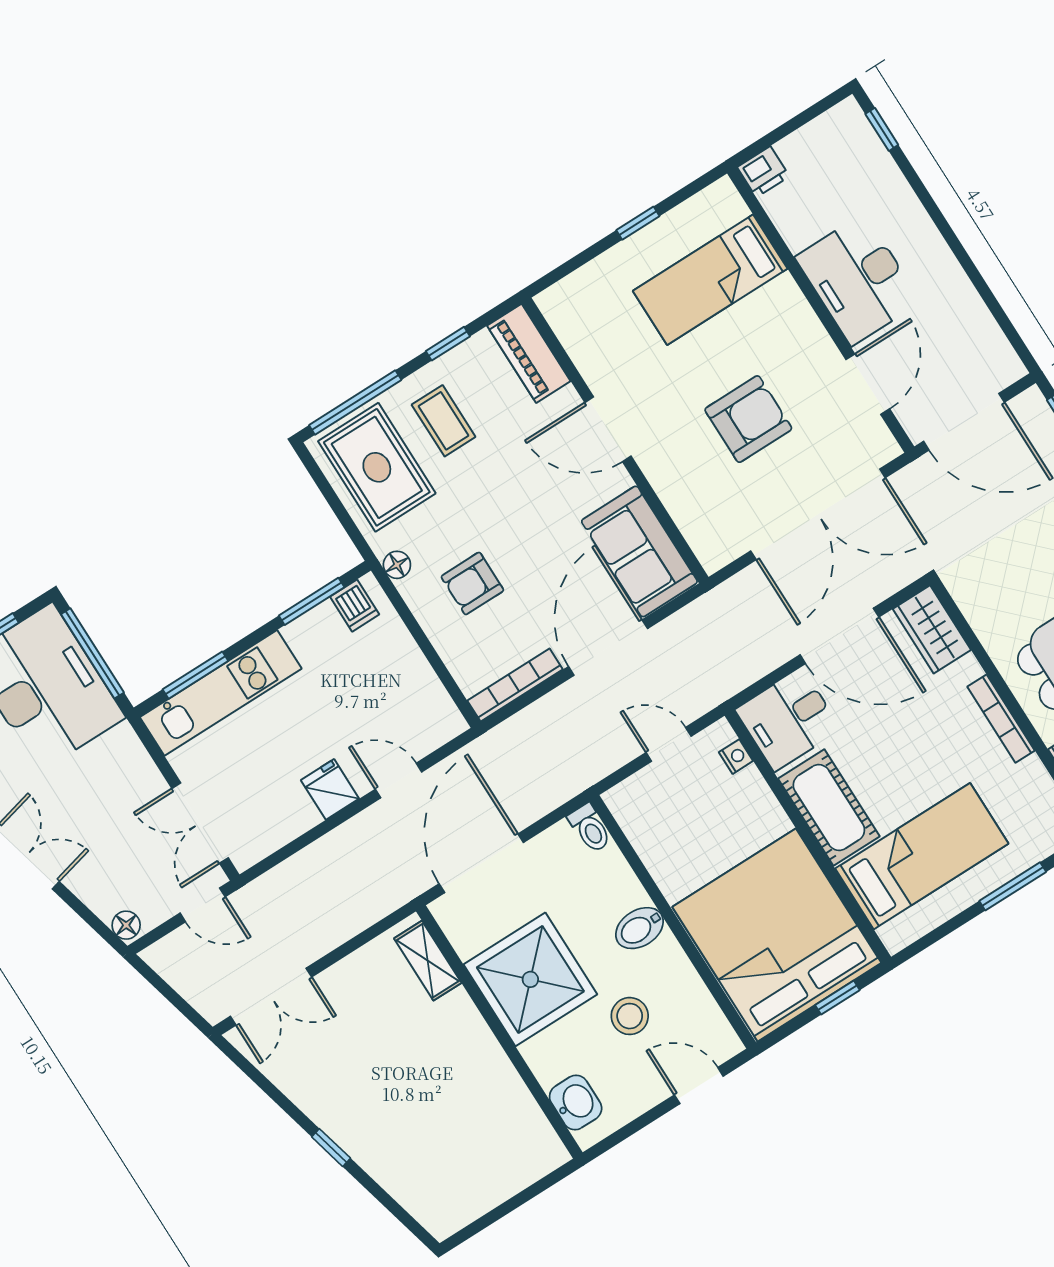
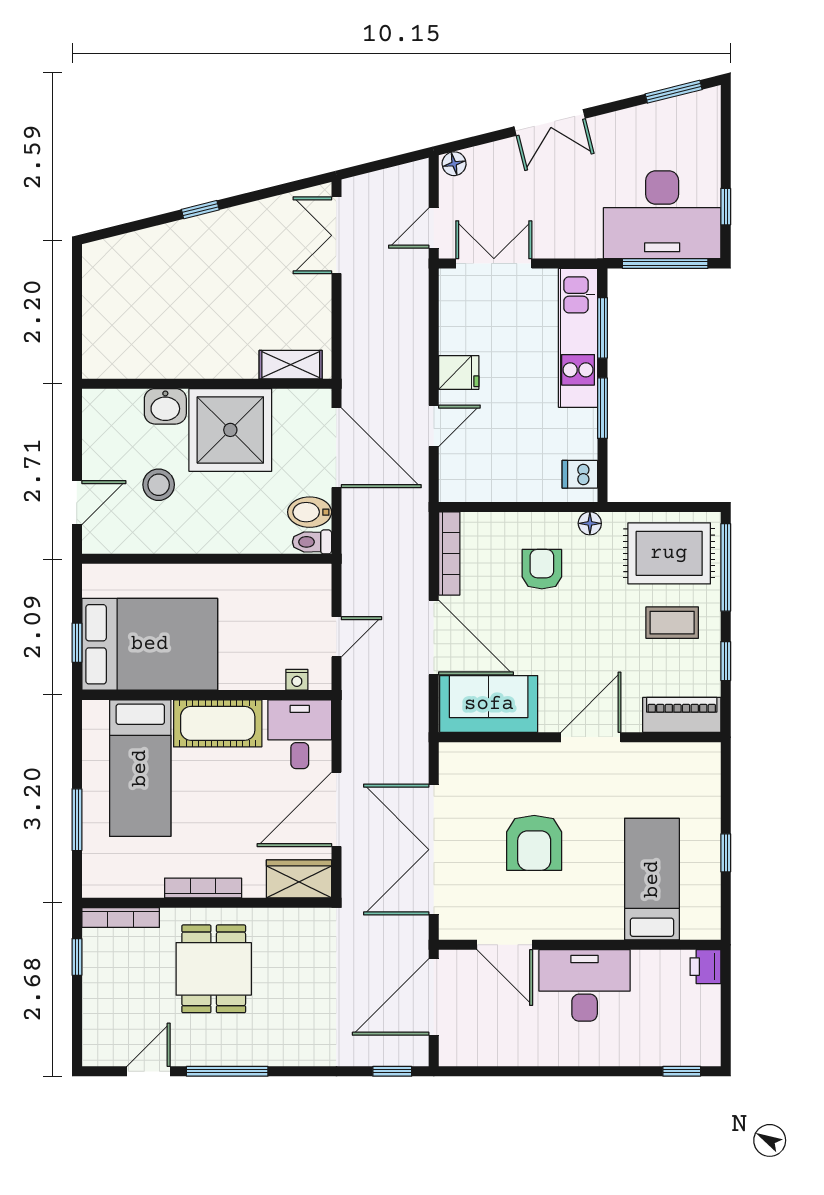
window: (312, 601) -> (602, 408), moved
bidet: (639, 928) -> (310, 512), moved, turned -90
bed: (777, 935) -> (150, 644), width x0.73
washbasin: (576, 1102) -> (165, 406), moved

